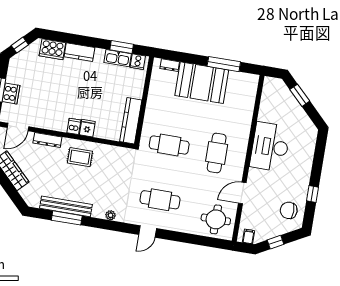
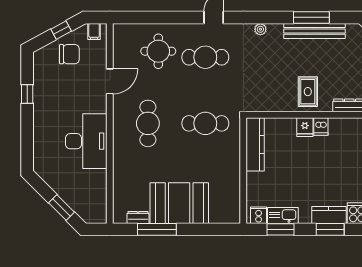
window: (80, 40) -> (330, 229), added
dresser: (170, 65) -> (138, 217), moved
rug: (80, 157) -> (308, 92), turned 90
chair: (289, 210) -> (69, 54), moved
round table: (216, 219) -> (158, 51), moved

